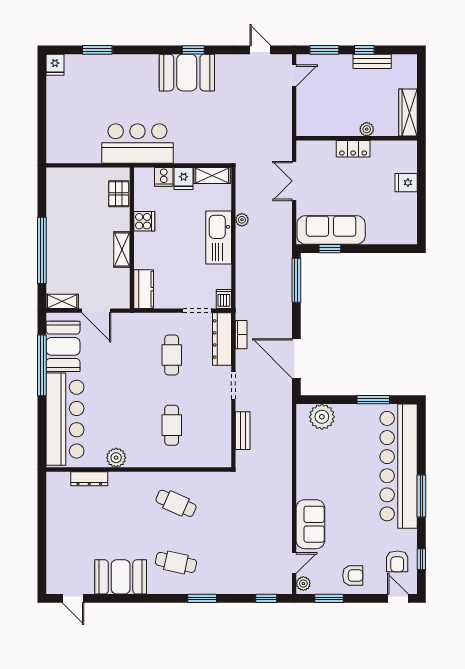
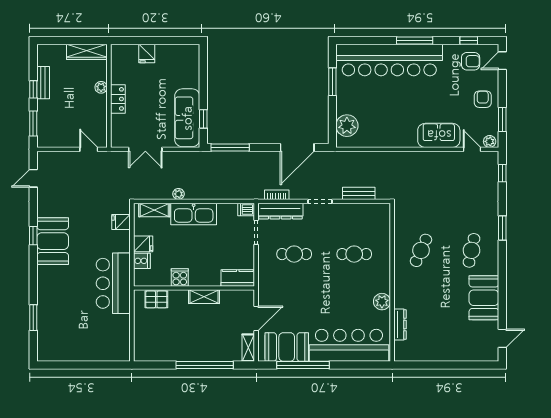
fridge: (55, 65) -> (121, 222), moved, turned 180
door: (294, 76) -> (89, 149), moved
shelving: (212, 175) -> (154, 210), moved, turned 90

